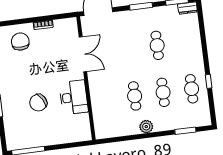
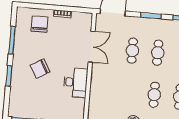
cafe table: (135, 96) -> (132, 51), moved
chair: (38, 103) -> (40, 68), moved

